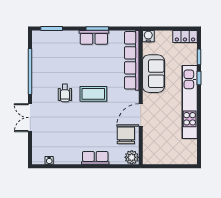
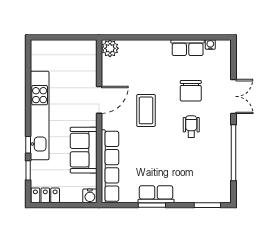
coffee table: (93, 94) -> (146, 110), moved, turned 90
chair: (126, 135) -> (191, 91), moved
row of seats: (95, 158) -> (188, 48), moved

